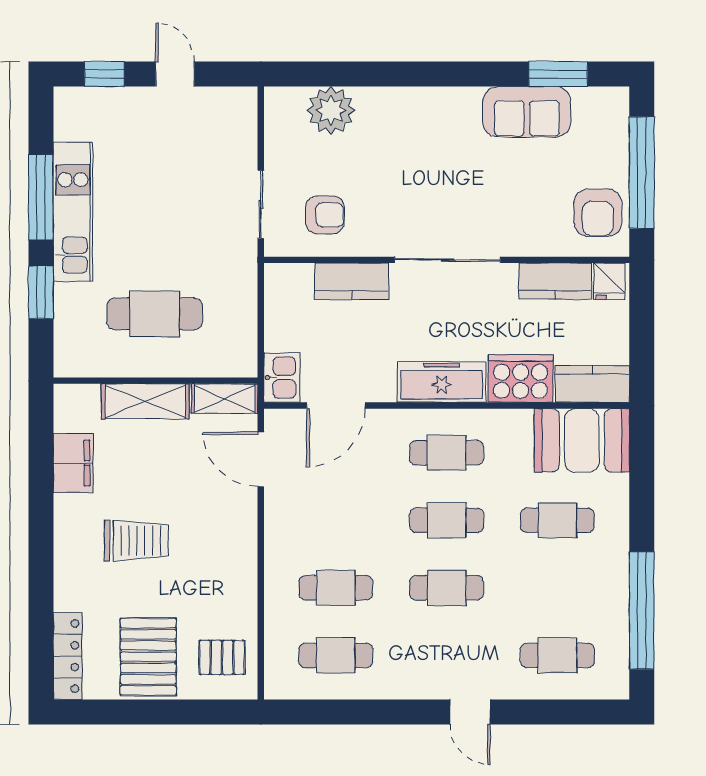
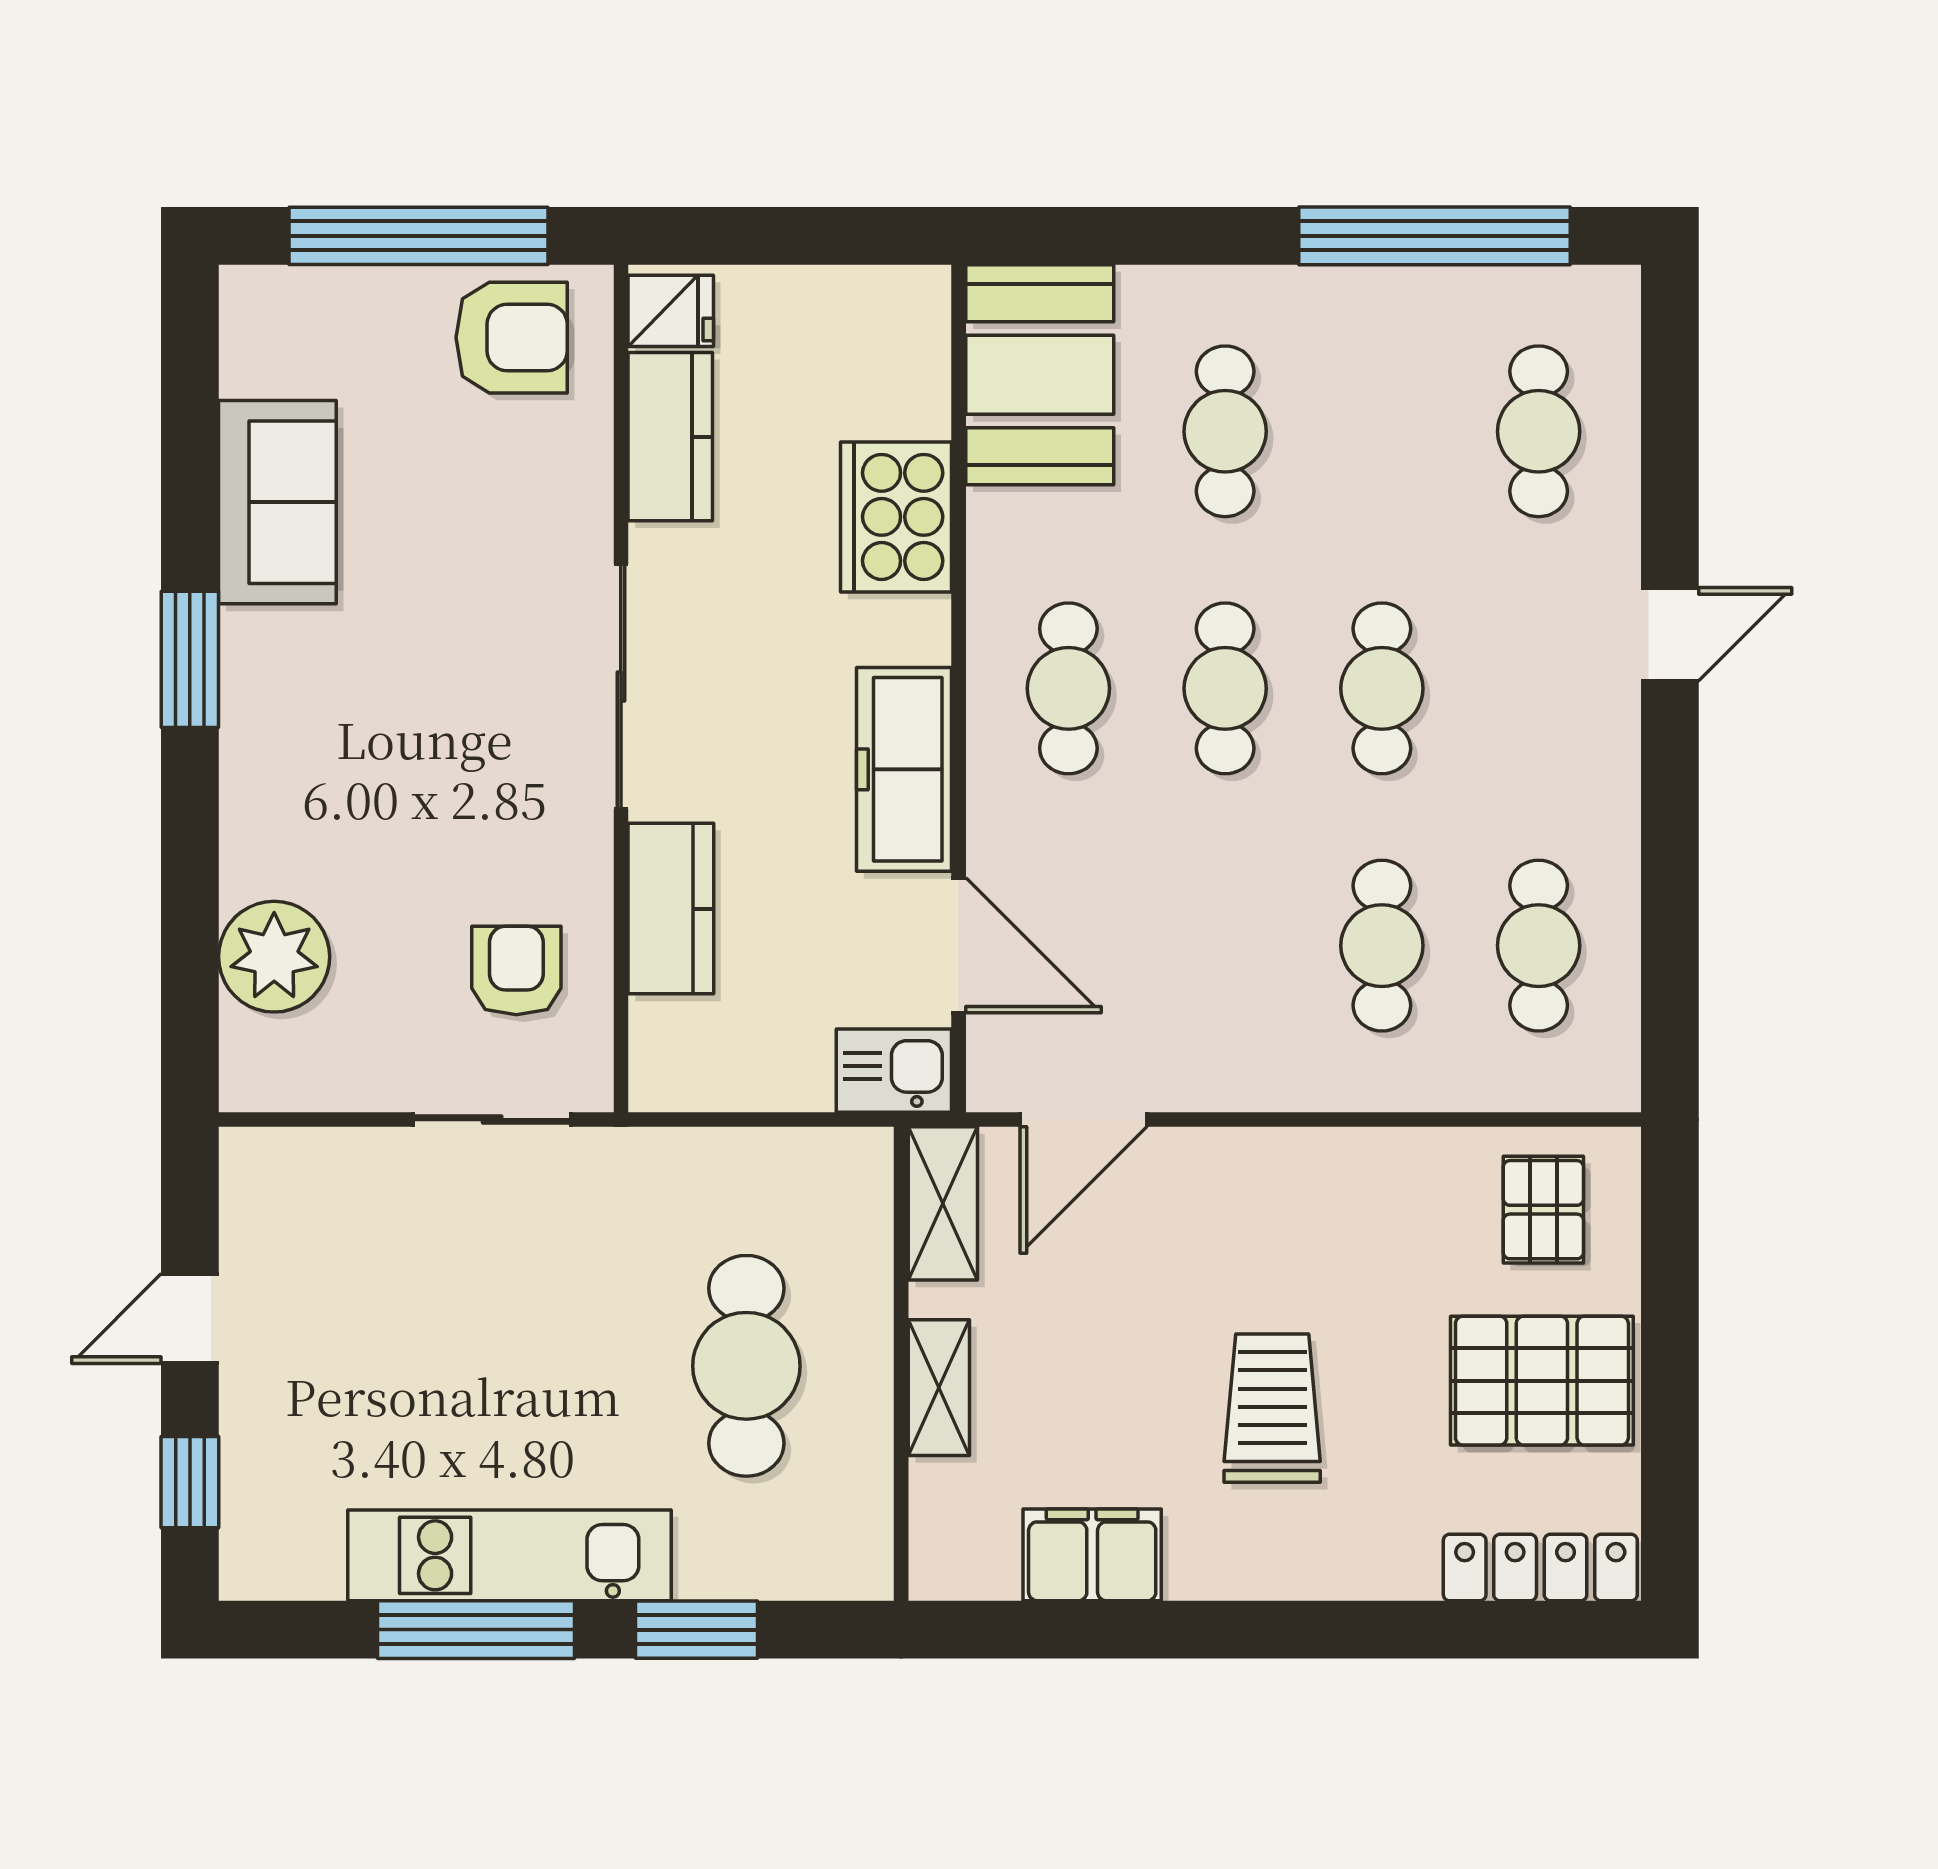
window: (558, 74) -> (190, 659), moved
freezer: (442, 382) -> (904, 769), moved
kitchen counter: (592, 384) -> (909, 350), removed
shelving: (145, 401) -> (939, 1388), width x0.67, depth x0.75

